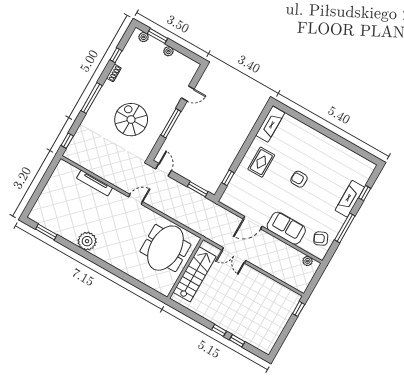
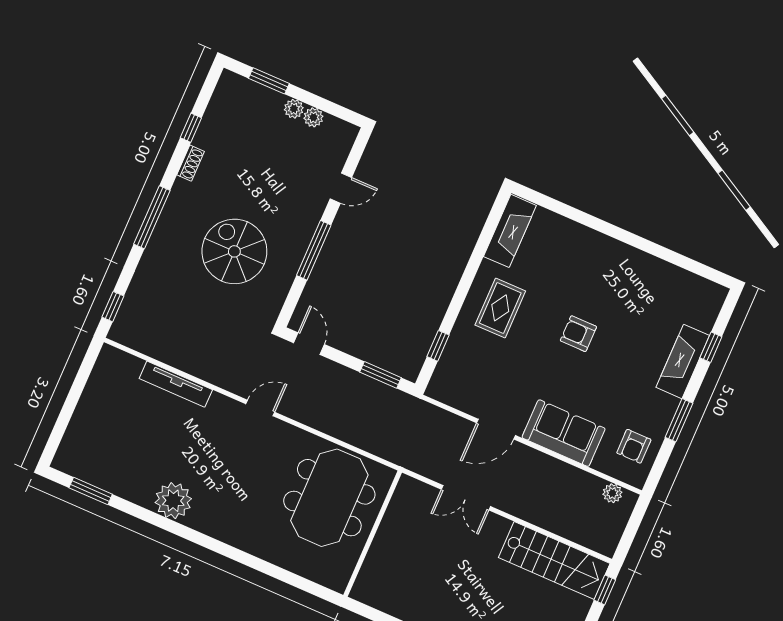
plant: (144, 37) -> (313, 117), moved
window: (345, 228) -> (679, 420), width x0.69
armchair: (321, 239) -> (634, 446), turned -65
stairs: (195, 274) -> (554, 560), moved, turned 90

